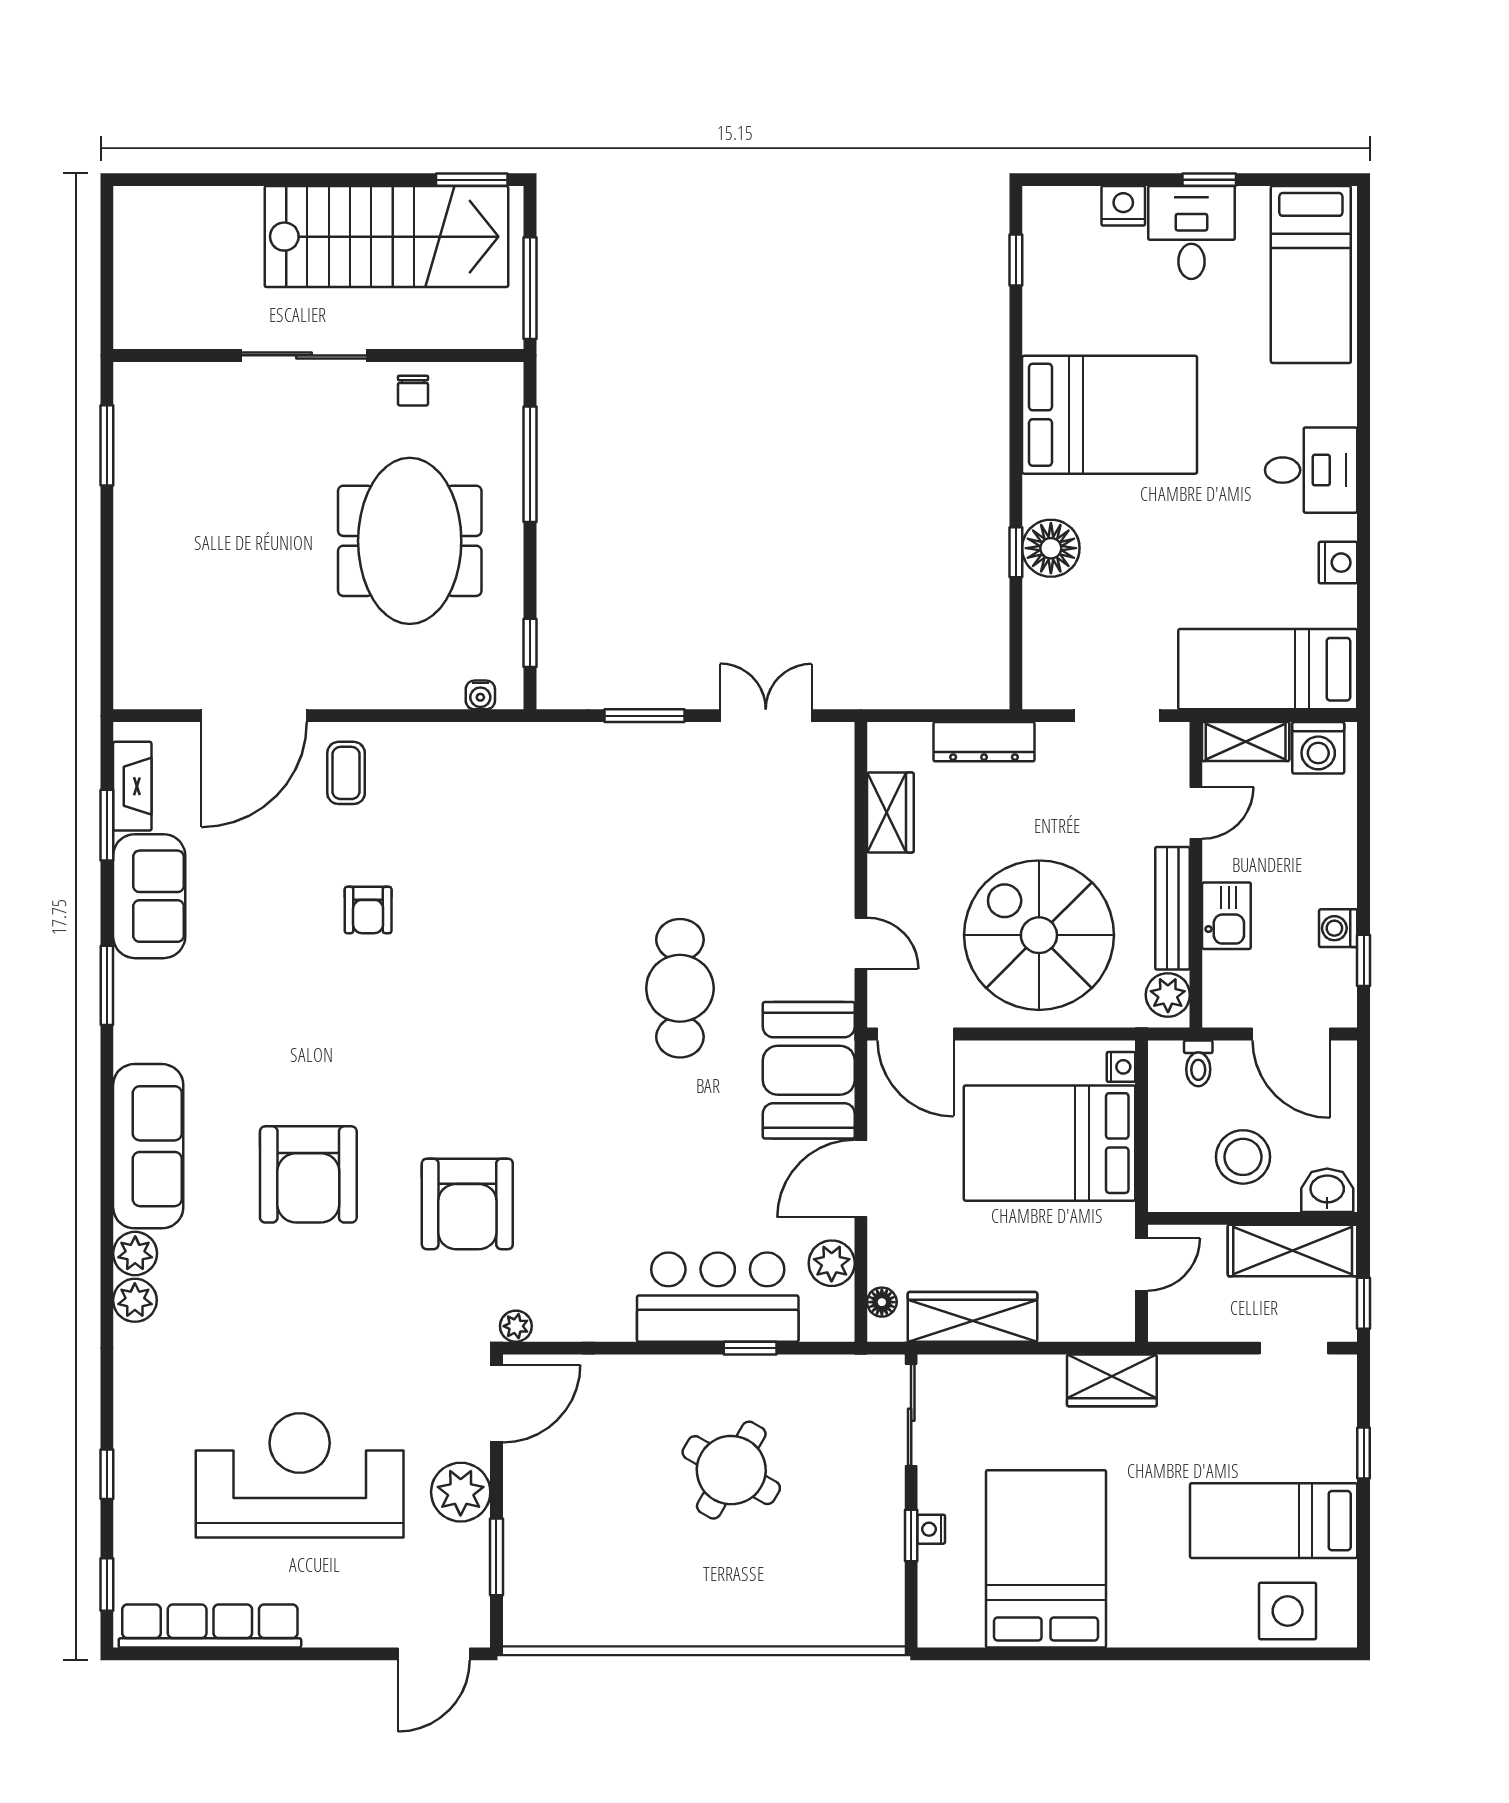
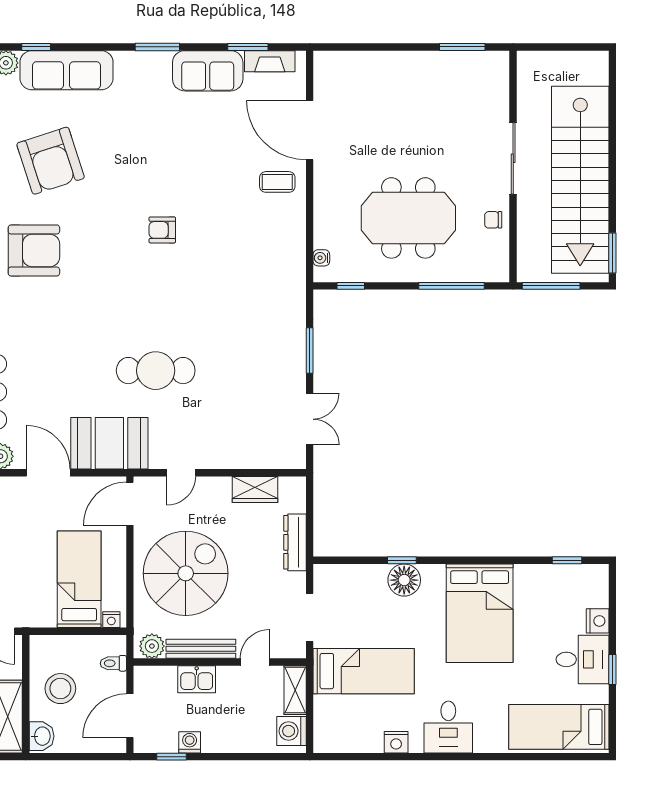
stairs: (386, 237) -> (580, 180), width x1.36
bed: (1268, 669) -> (364, 671), moved, turned 90
door: (1196, 813) -> (255, 662), swing flipped
armchair: (368, 910) -> (162, 230), moved
bed: (1050, 1143) -> (79, 579), width x0.67
armchair: (308, 1174) -> (51, 161), turned -108
window: (107, 1200) -> (36, 47), added
armchair: (467, 1204) -> (34, 250), turned 180

